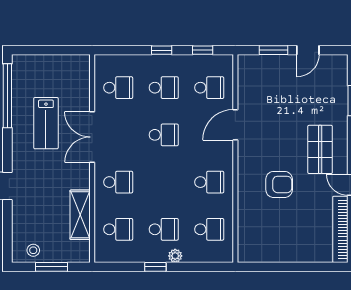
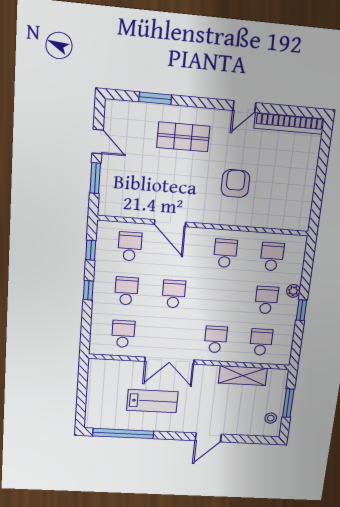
shop shelf: (320, 149) -> (183, 137), moved

